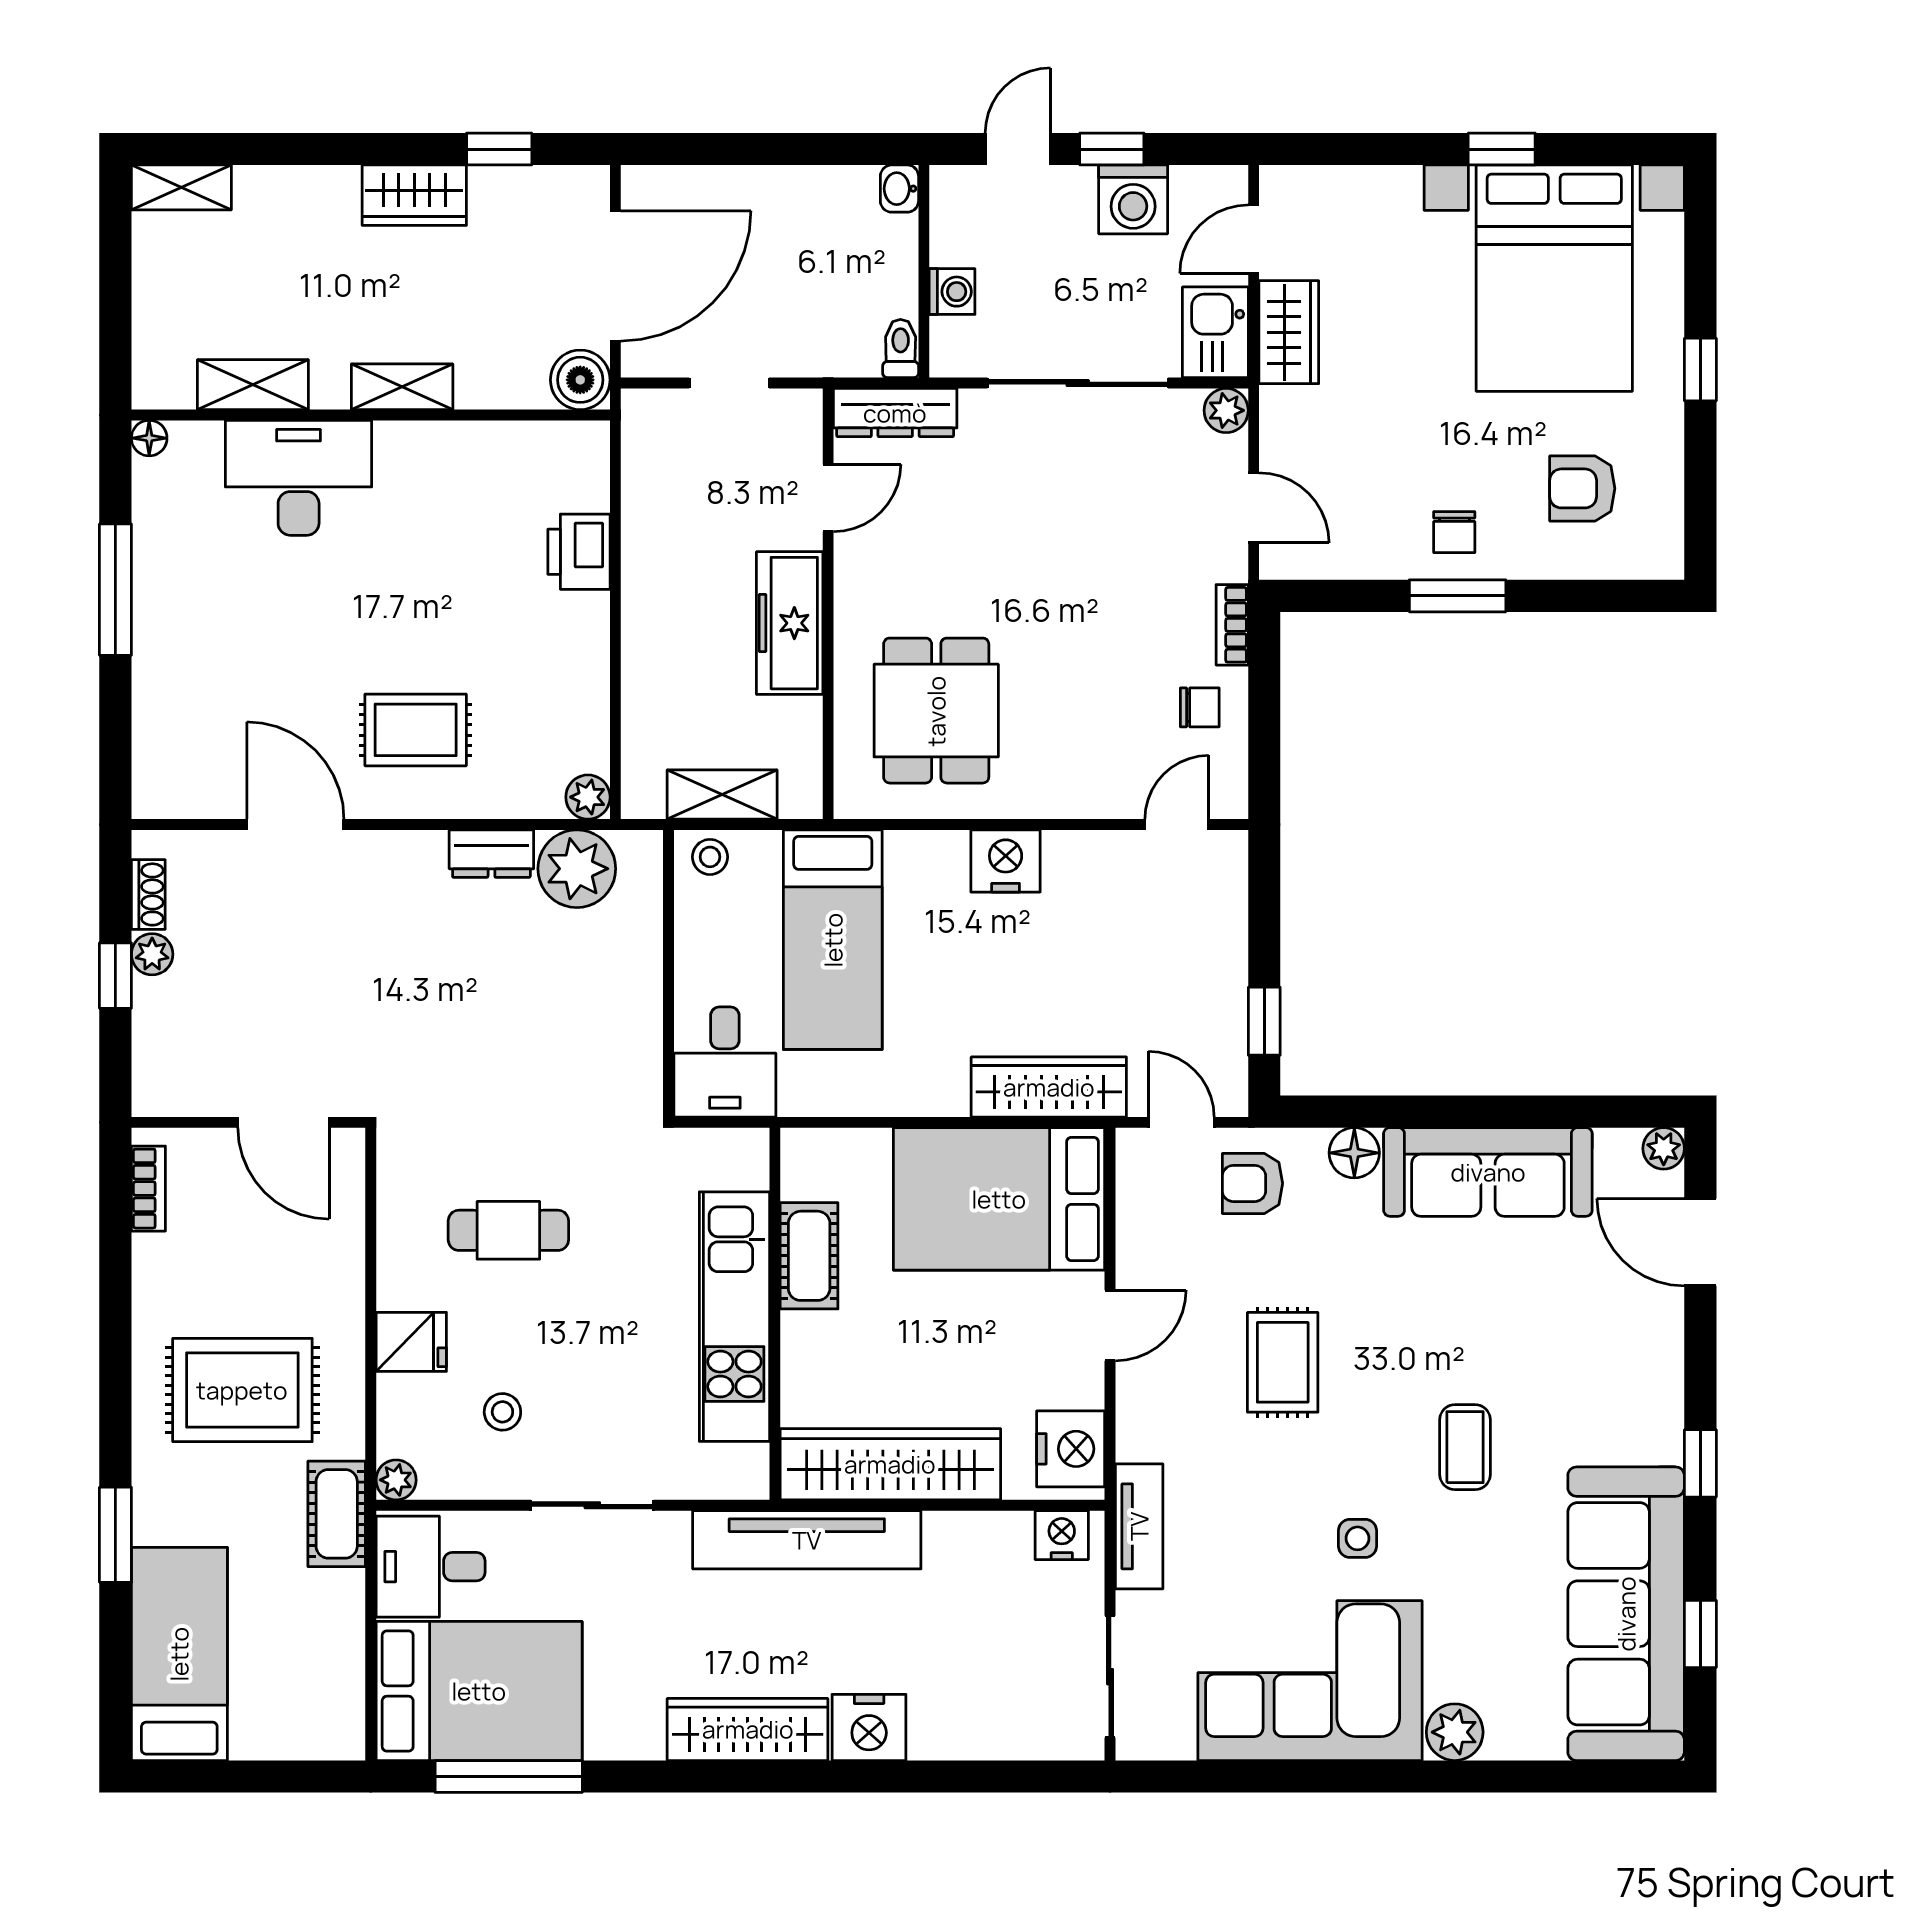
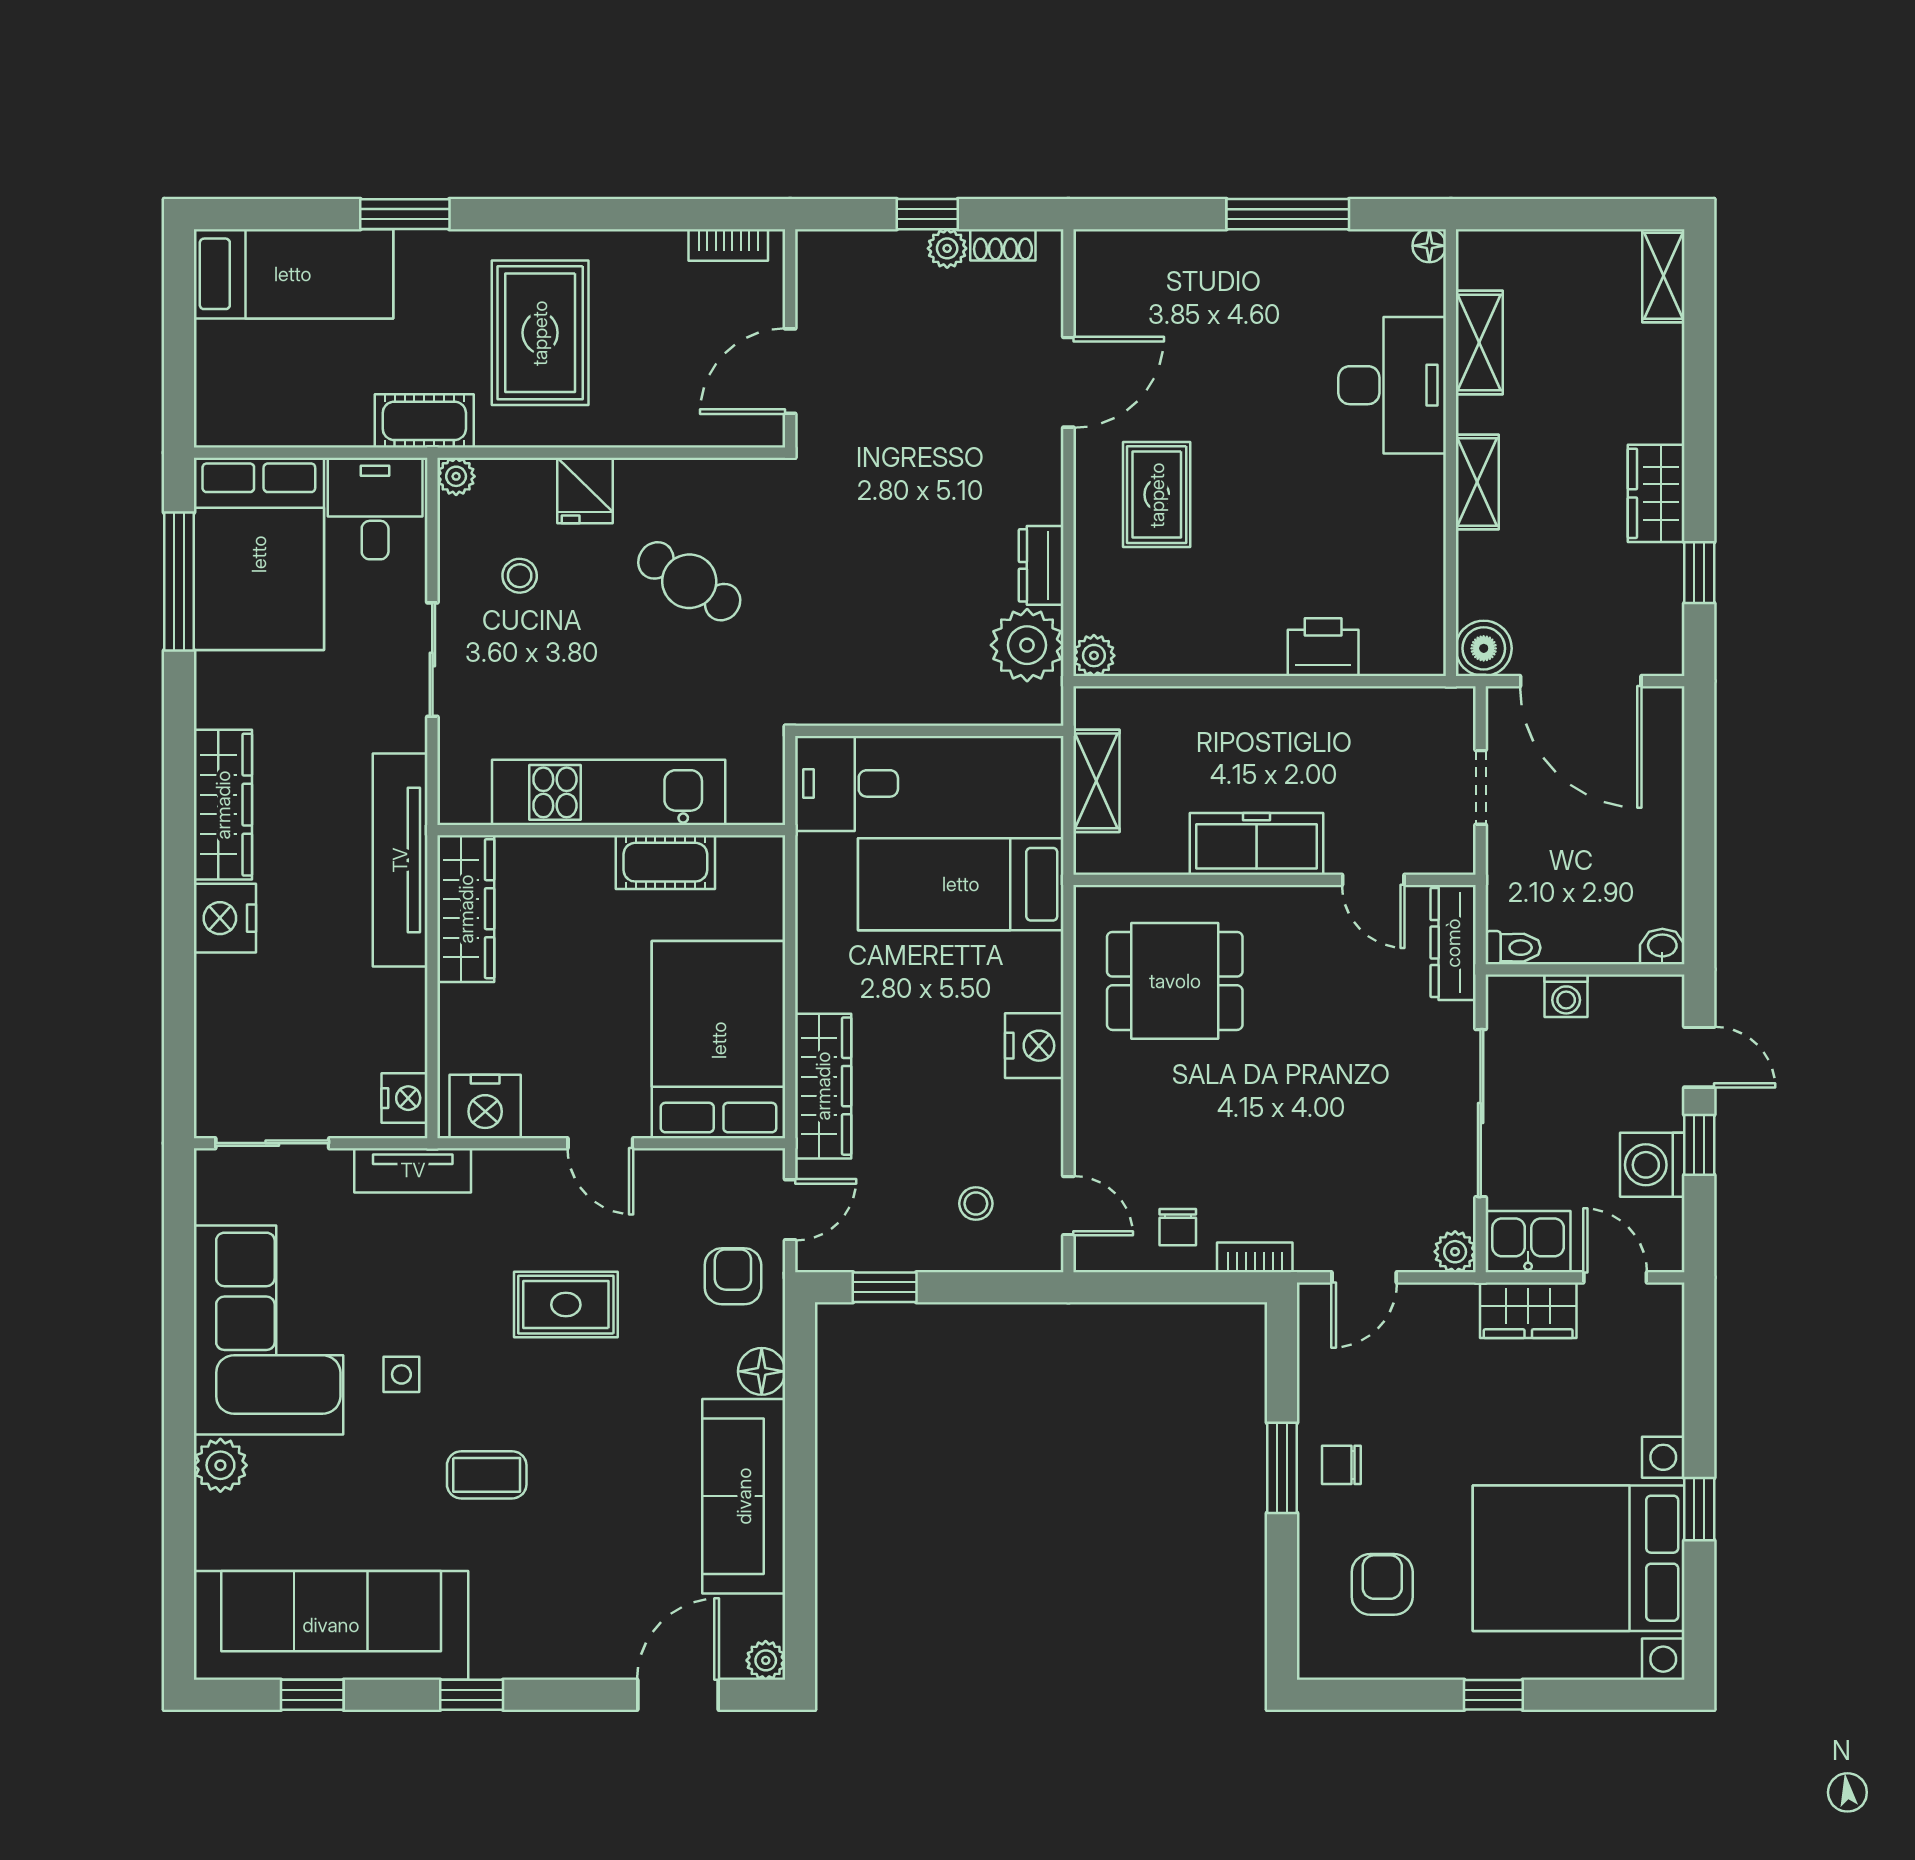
stool: (710, 857) -> (976, 1204), moved
cafe table: (508, 1230) -> (689, 581), turned -58
wardrobe: (890, 1464) -> (466, 909), width x0.71, depth x0.85

